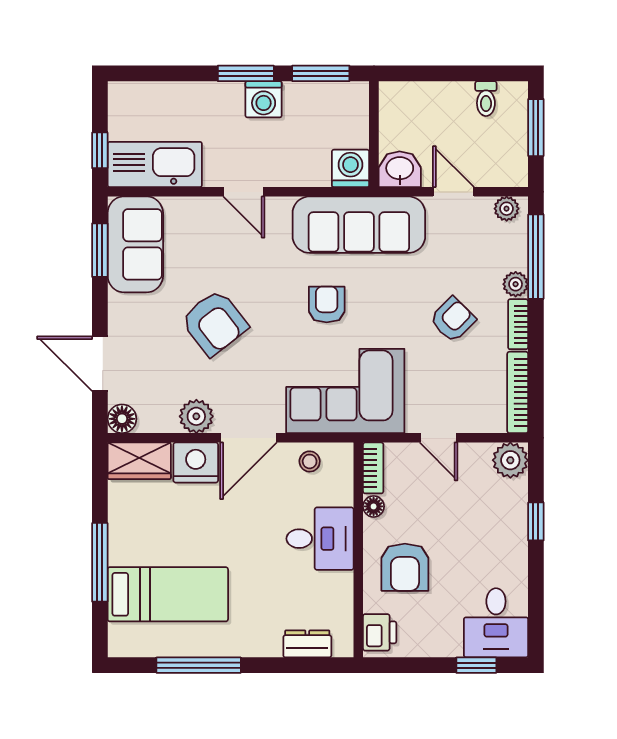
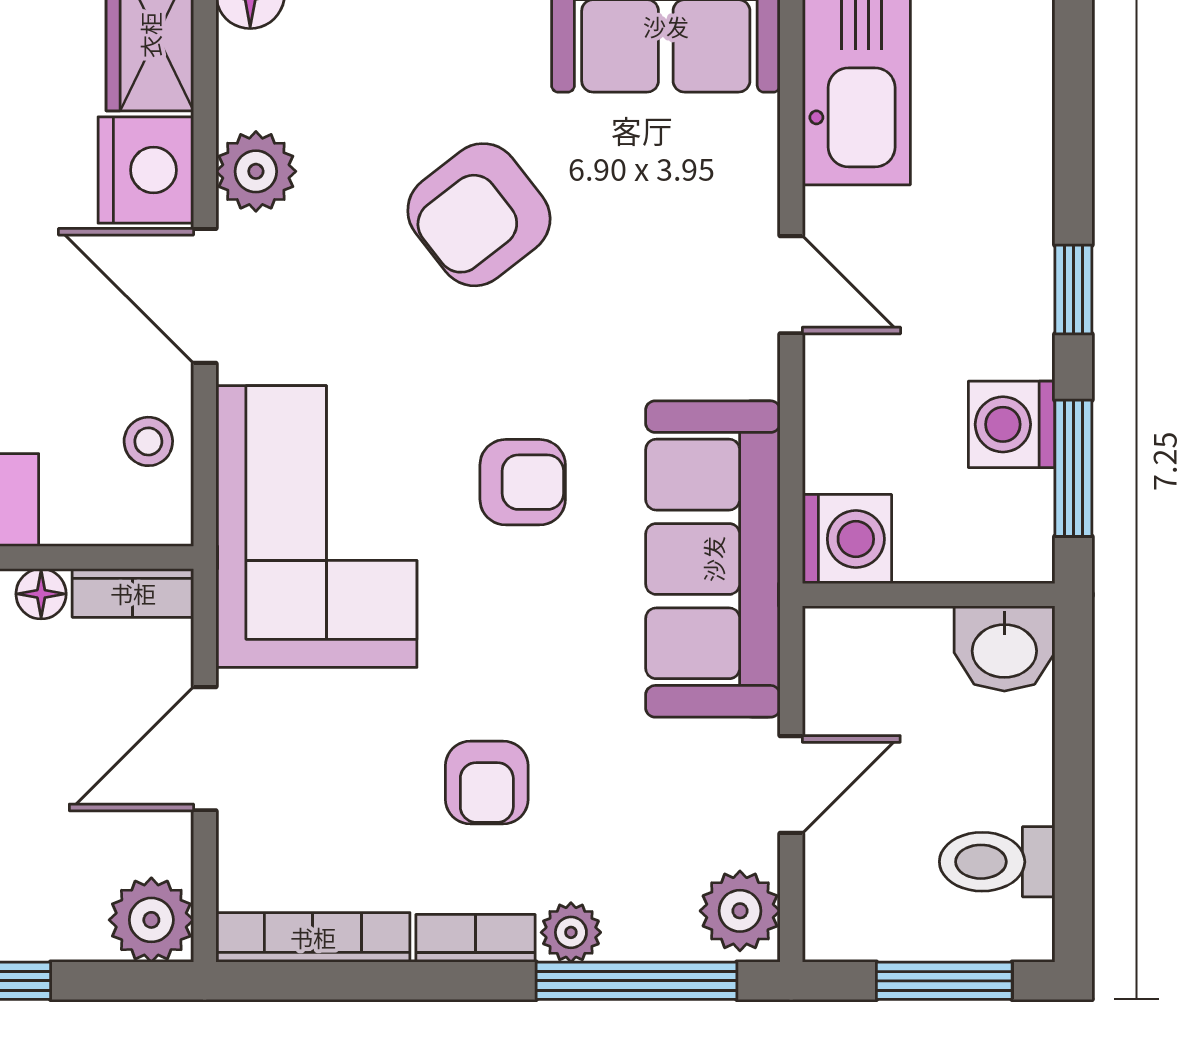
window: (246, 73) -> (1073, 290), width x0.67
washing machine: (264, 99) -> (1012, 424), moved
toilet: (486, 99) -> (997, 862), width x1.37, depth x1.39
washbasin: (400, 169) -> (1004, 648), moved, turned 90
door: (244, 192) -> (791, 285), swing flipped
plant: (507, 209) -> (740, 911), width x1.38, depth x1.38
armchair: (453, 319) -> (487, 783), turned 45
door: (438, 438) -> (205, 749), width x1.38

